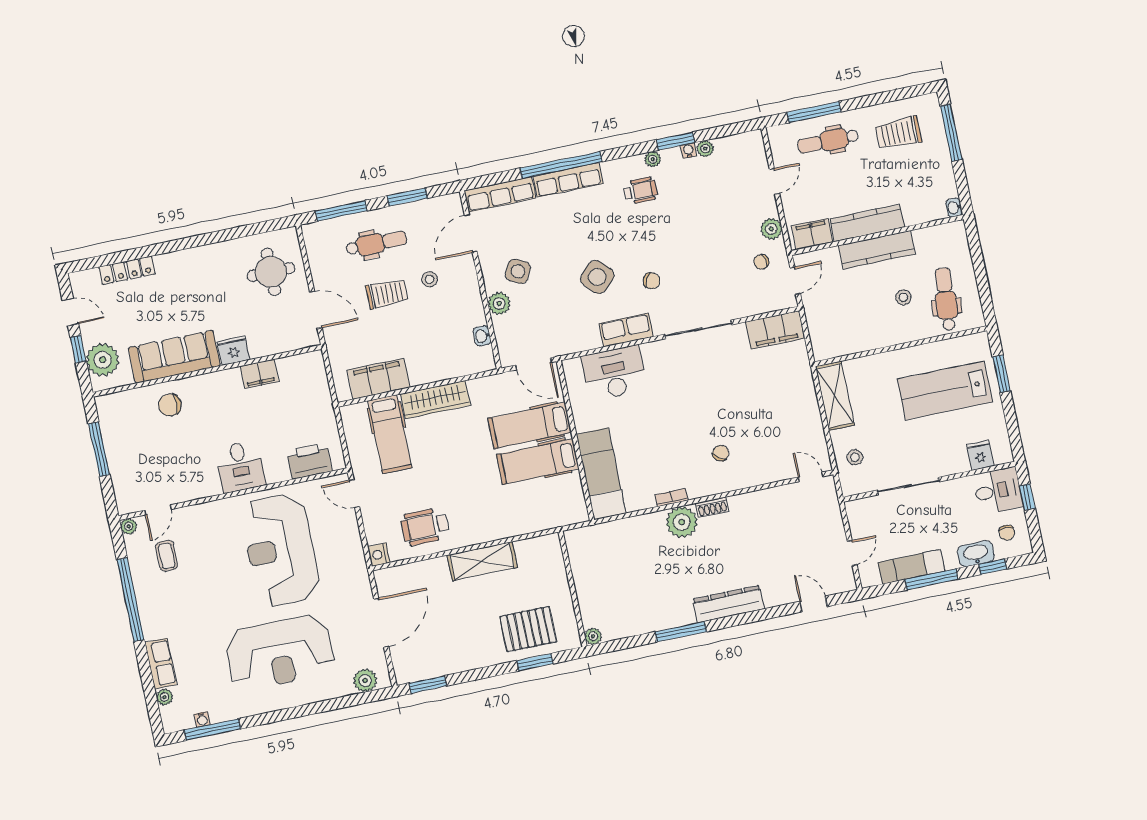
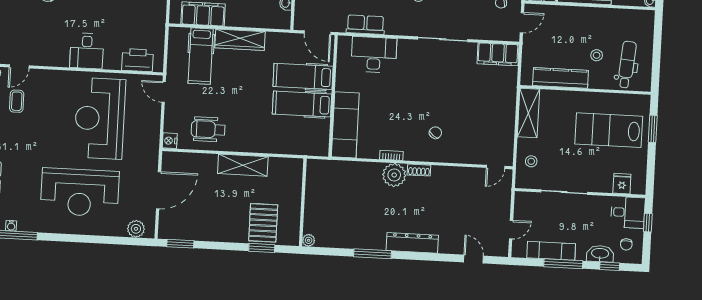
kitchen counter: (877, 250) -> (560, 78), moved, turned 180
row of seats: (626, 330) -> (365, 25), moved
door: (811, 477) -> (496, 167), swing flipped
pallet: (528, 629) -> (263, 223), turned 90

